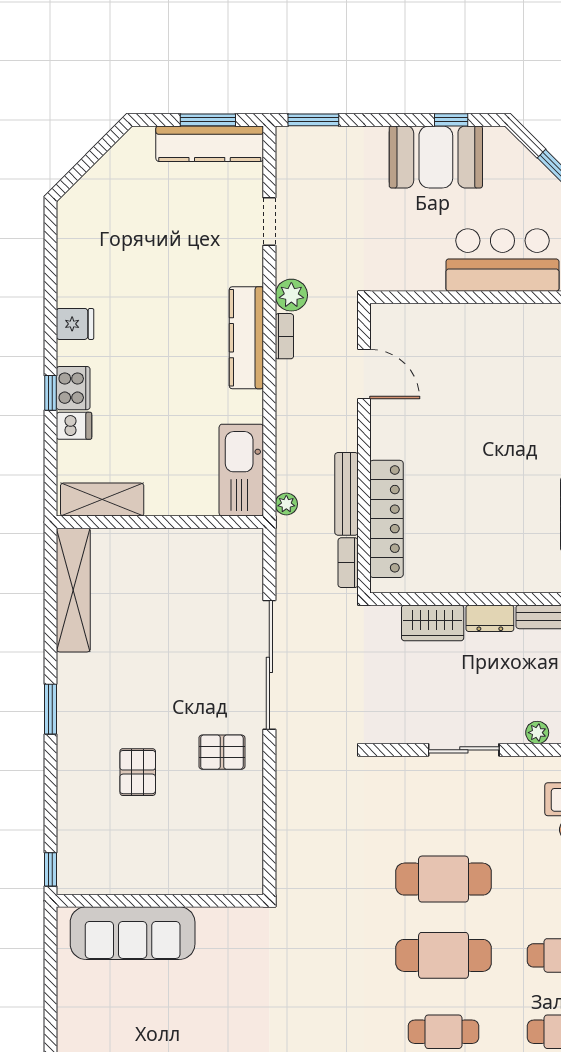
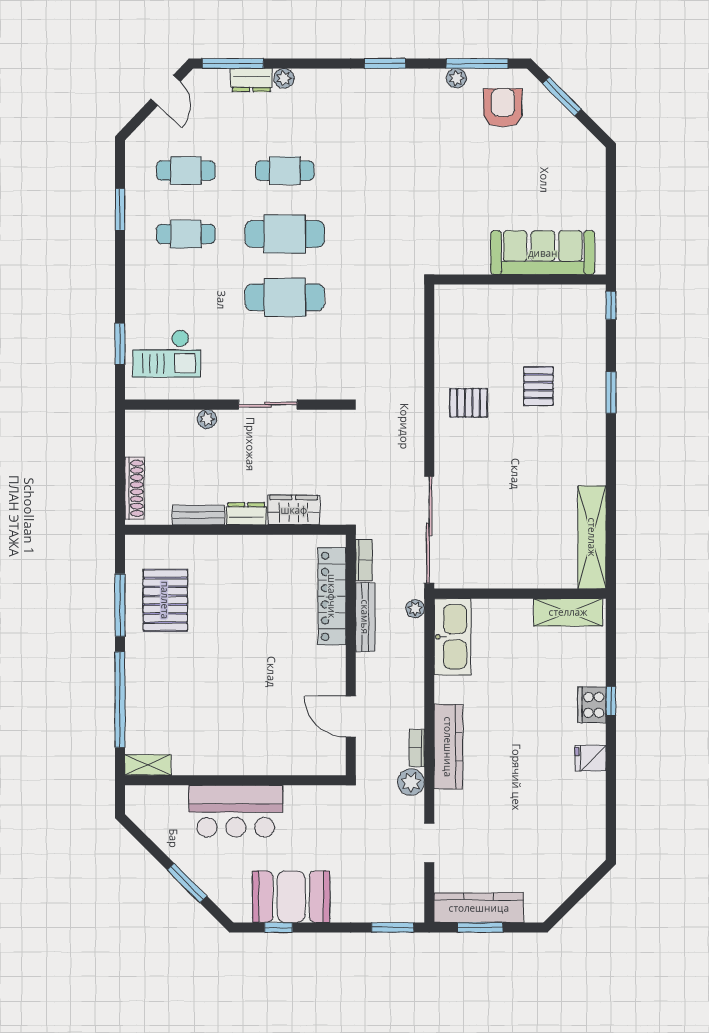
dishwasher: (74, 426) -> (591, 674), removed
sliding door: (269, 665) -> (429, 530), moved
window: (50, 709) -> (611, 393), moved

